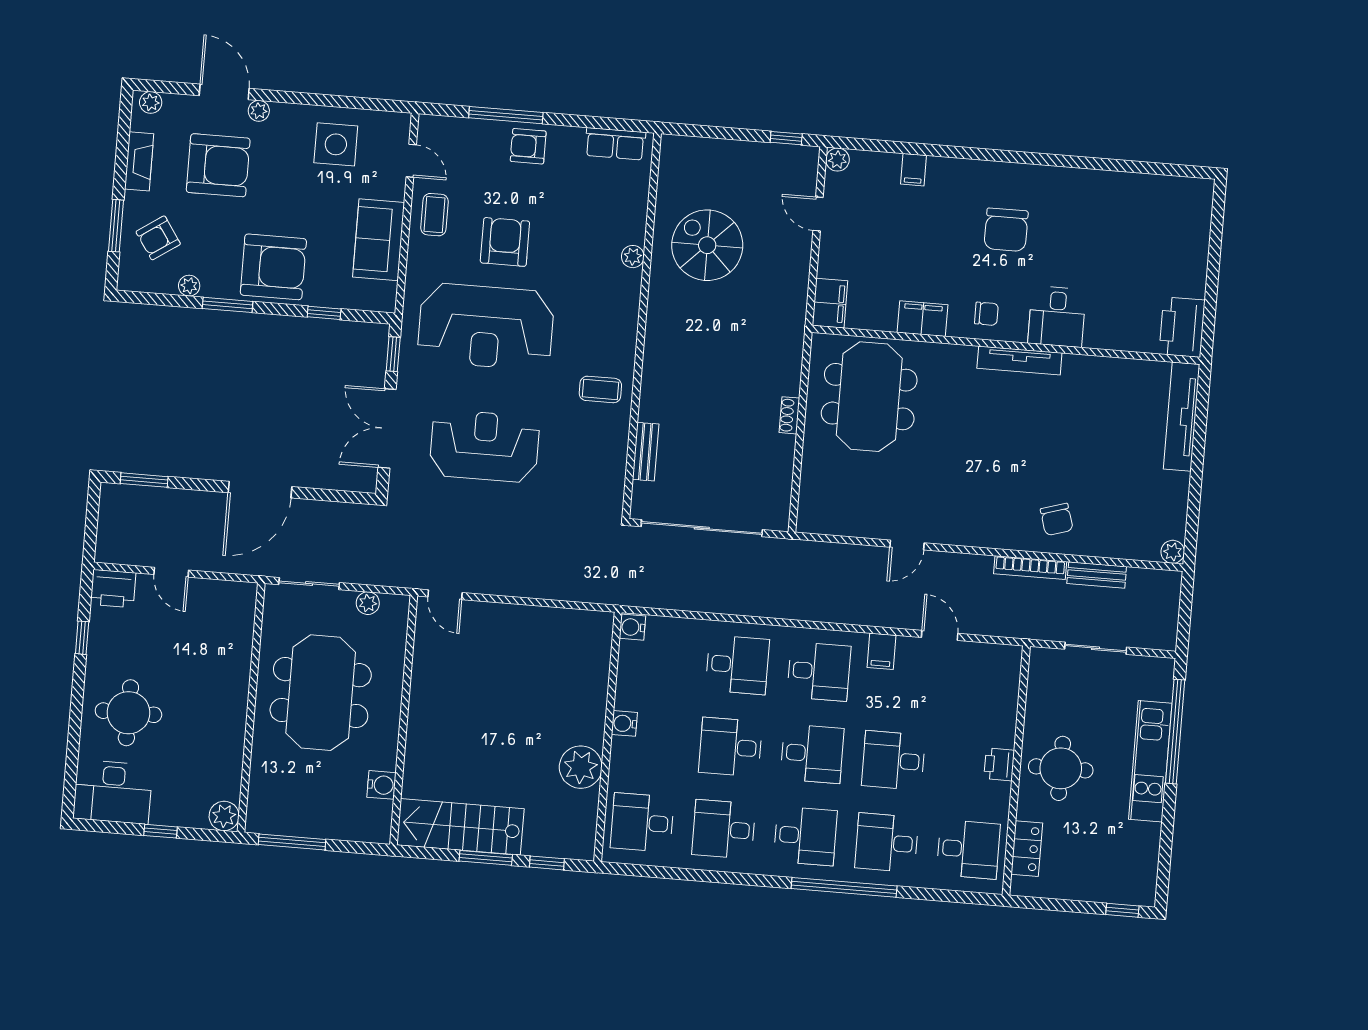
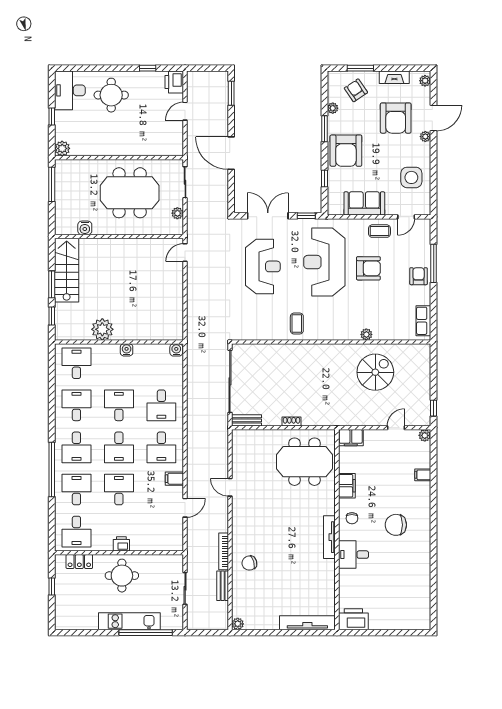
bench: (646, 452) -> (246, 420), moved
window: (1122, 910) -> (52, 586), moved

